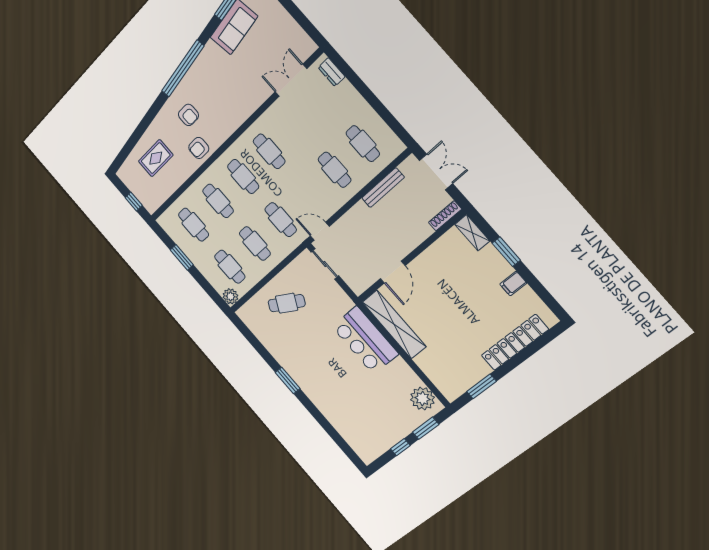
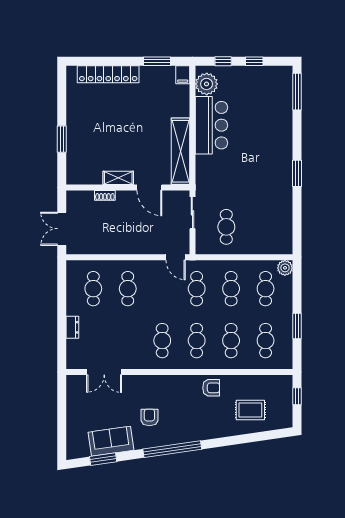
dresser: (332, 72) -> (72, 327), moved
armchair: (188, 115) -> (149, 417), moved
bench: (383, 188) -> (106, 249), removed
shoe rack: (445, 216) -> (105, 195), moved, width x0.70
shelving: (472, 233) -> (118, 178), moved, turned 90
sliding door: (325, 264) -> (192, 213), moved
door: (393, 272) -> (149, 188), swing flipped
filing cabinet: (513, 284) -> (183, 75), moved, turned 90
cafe table: (287, 303) -> (226, 227), moved, turned 61
bar counter: (365, 340) -> (211, 125), moved
window: (426, 428) -> (223, 61), width x0.67
window: (345, 447) -> (297, 92), added

